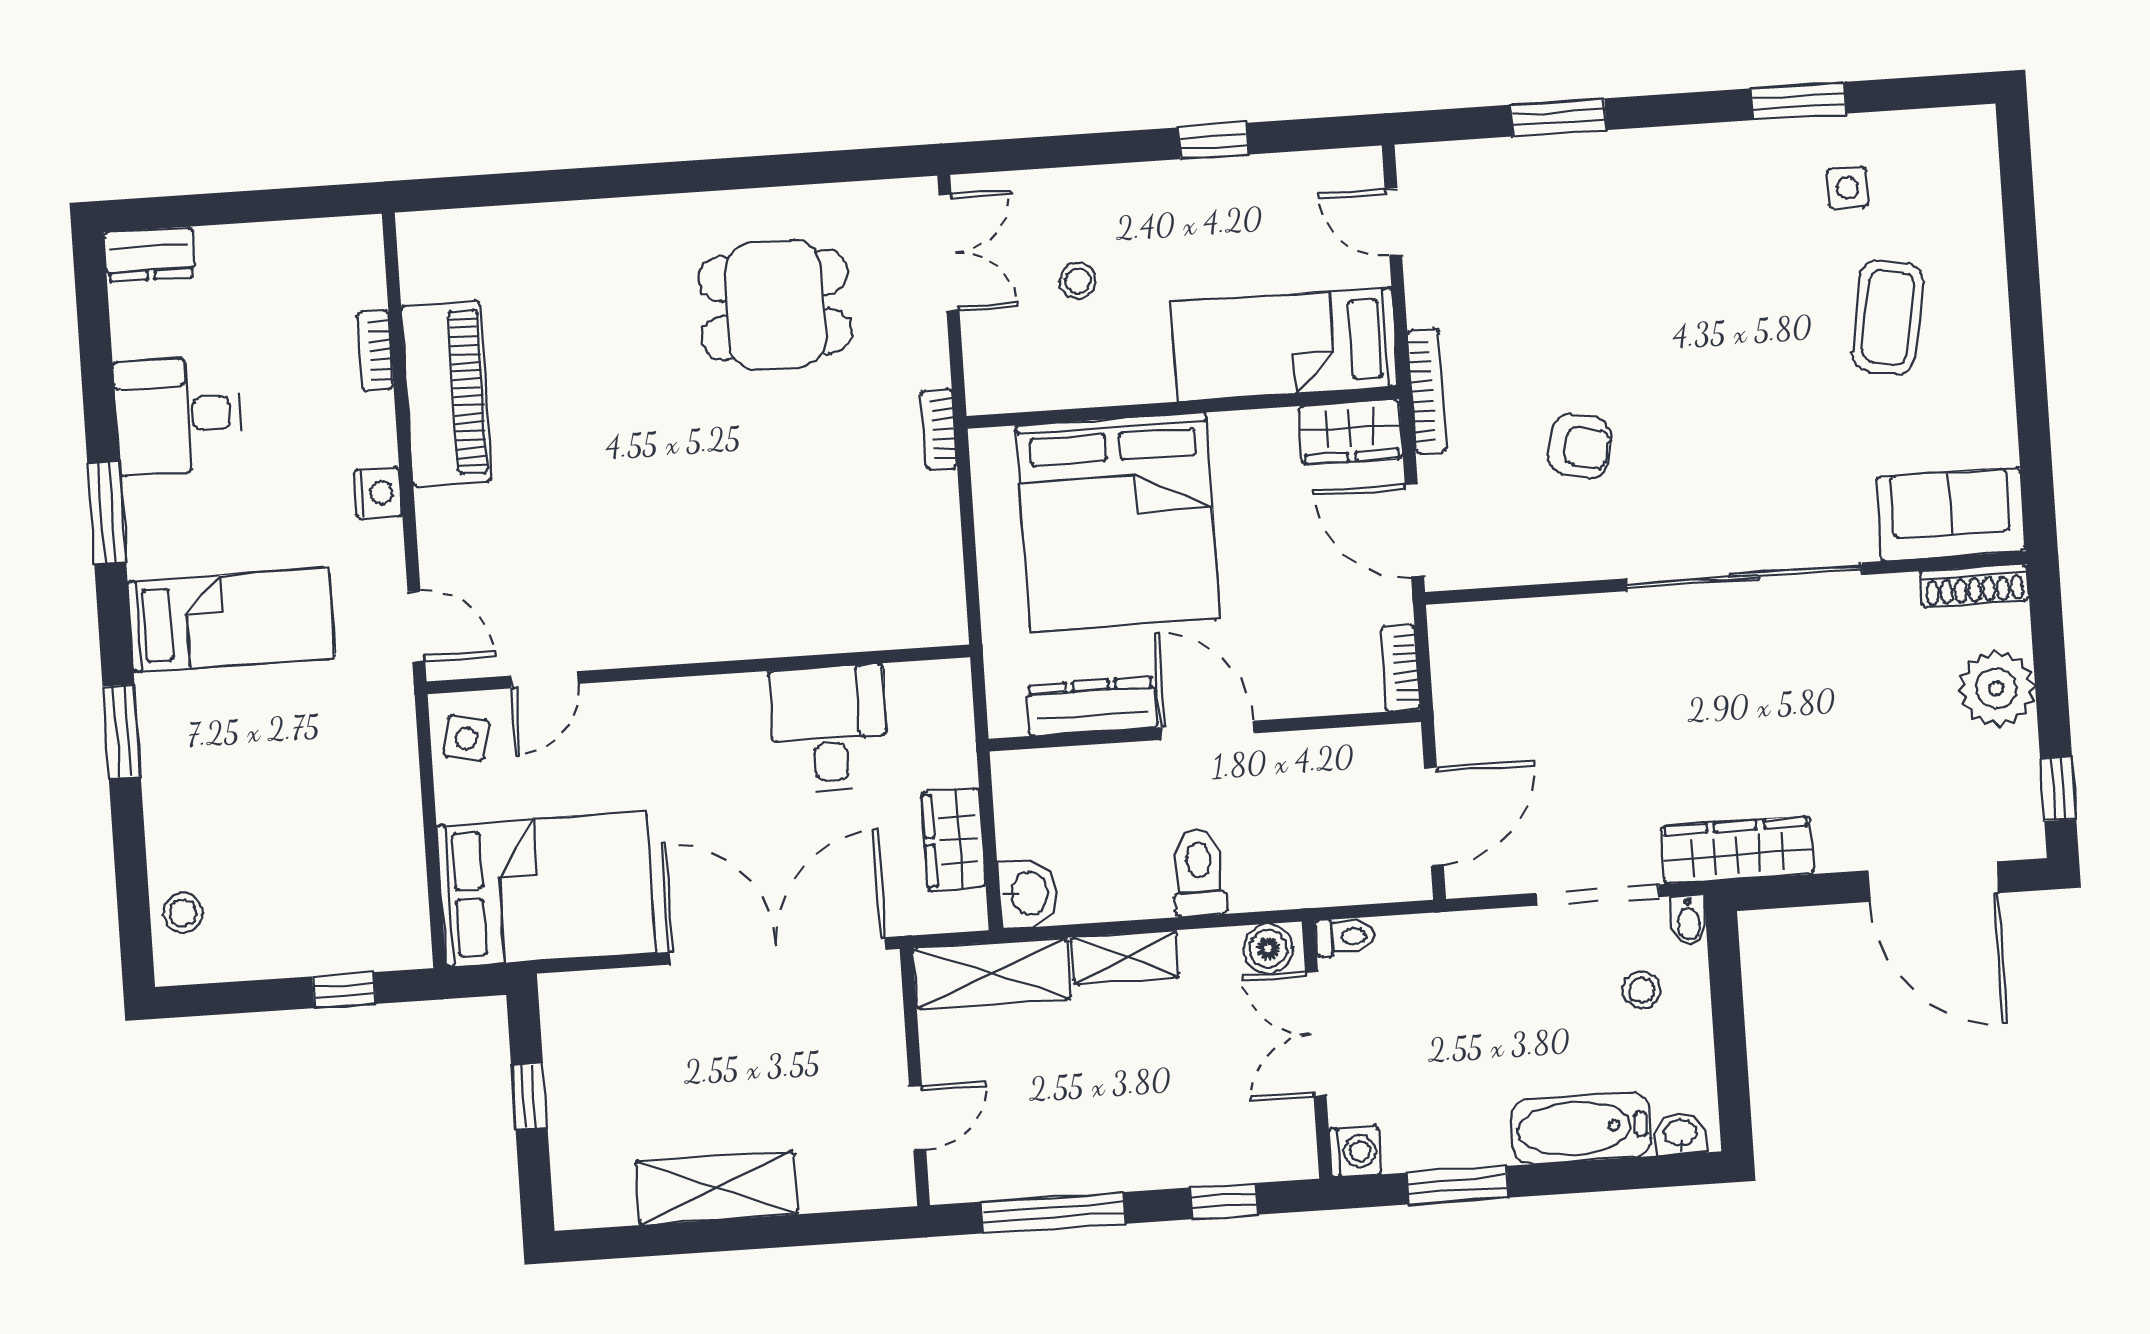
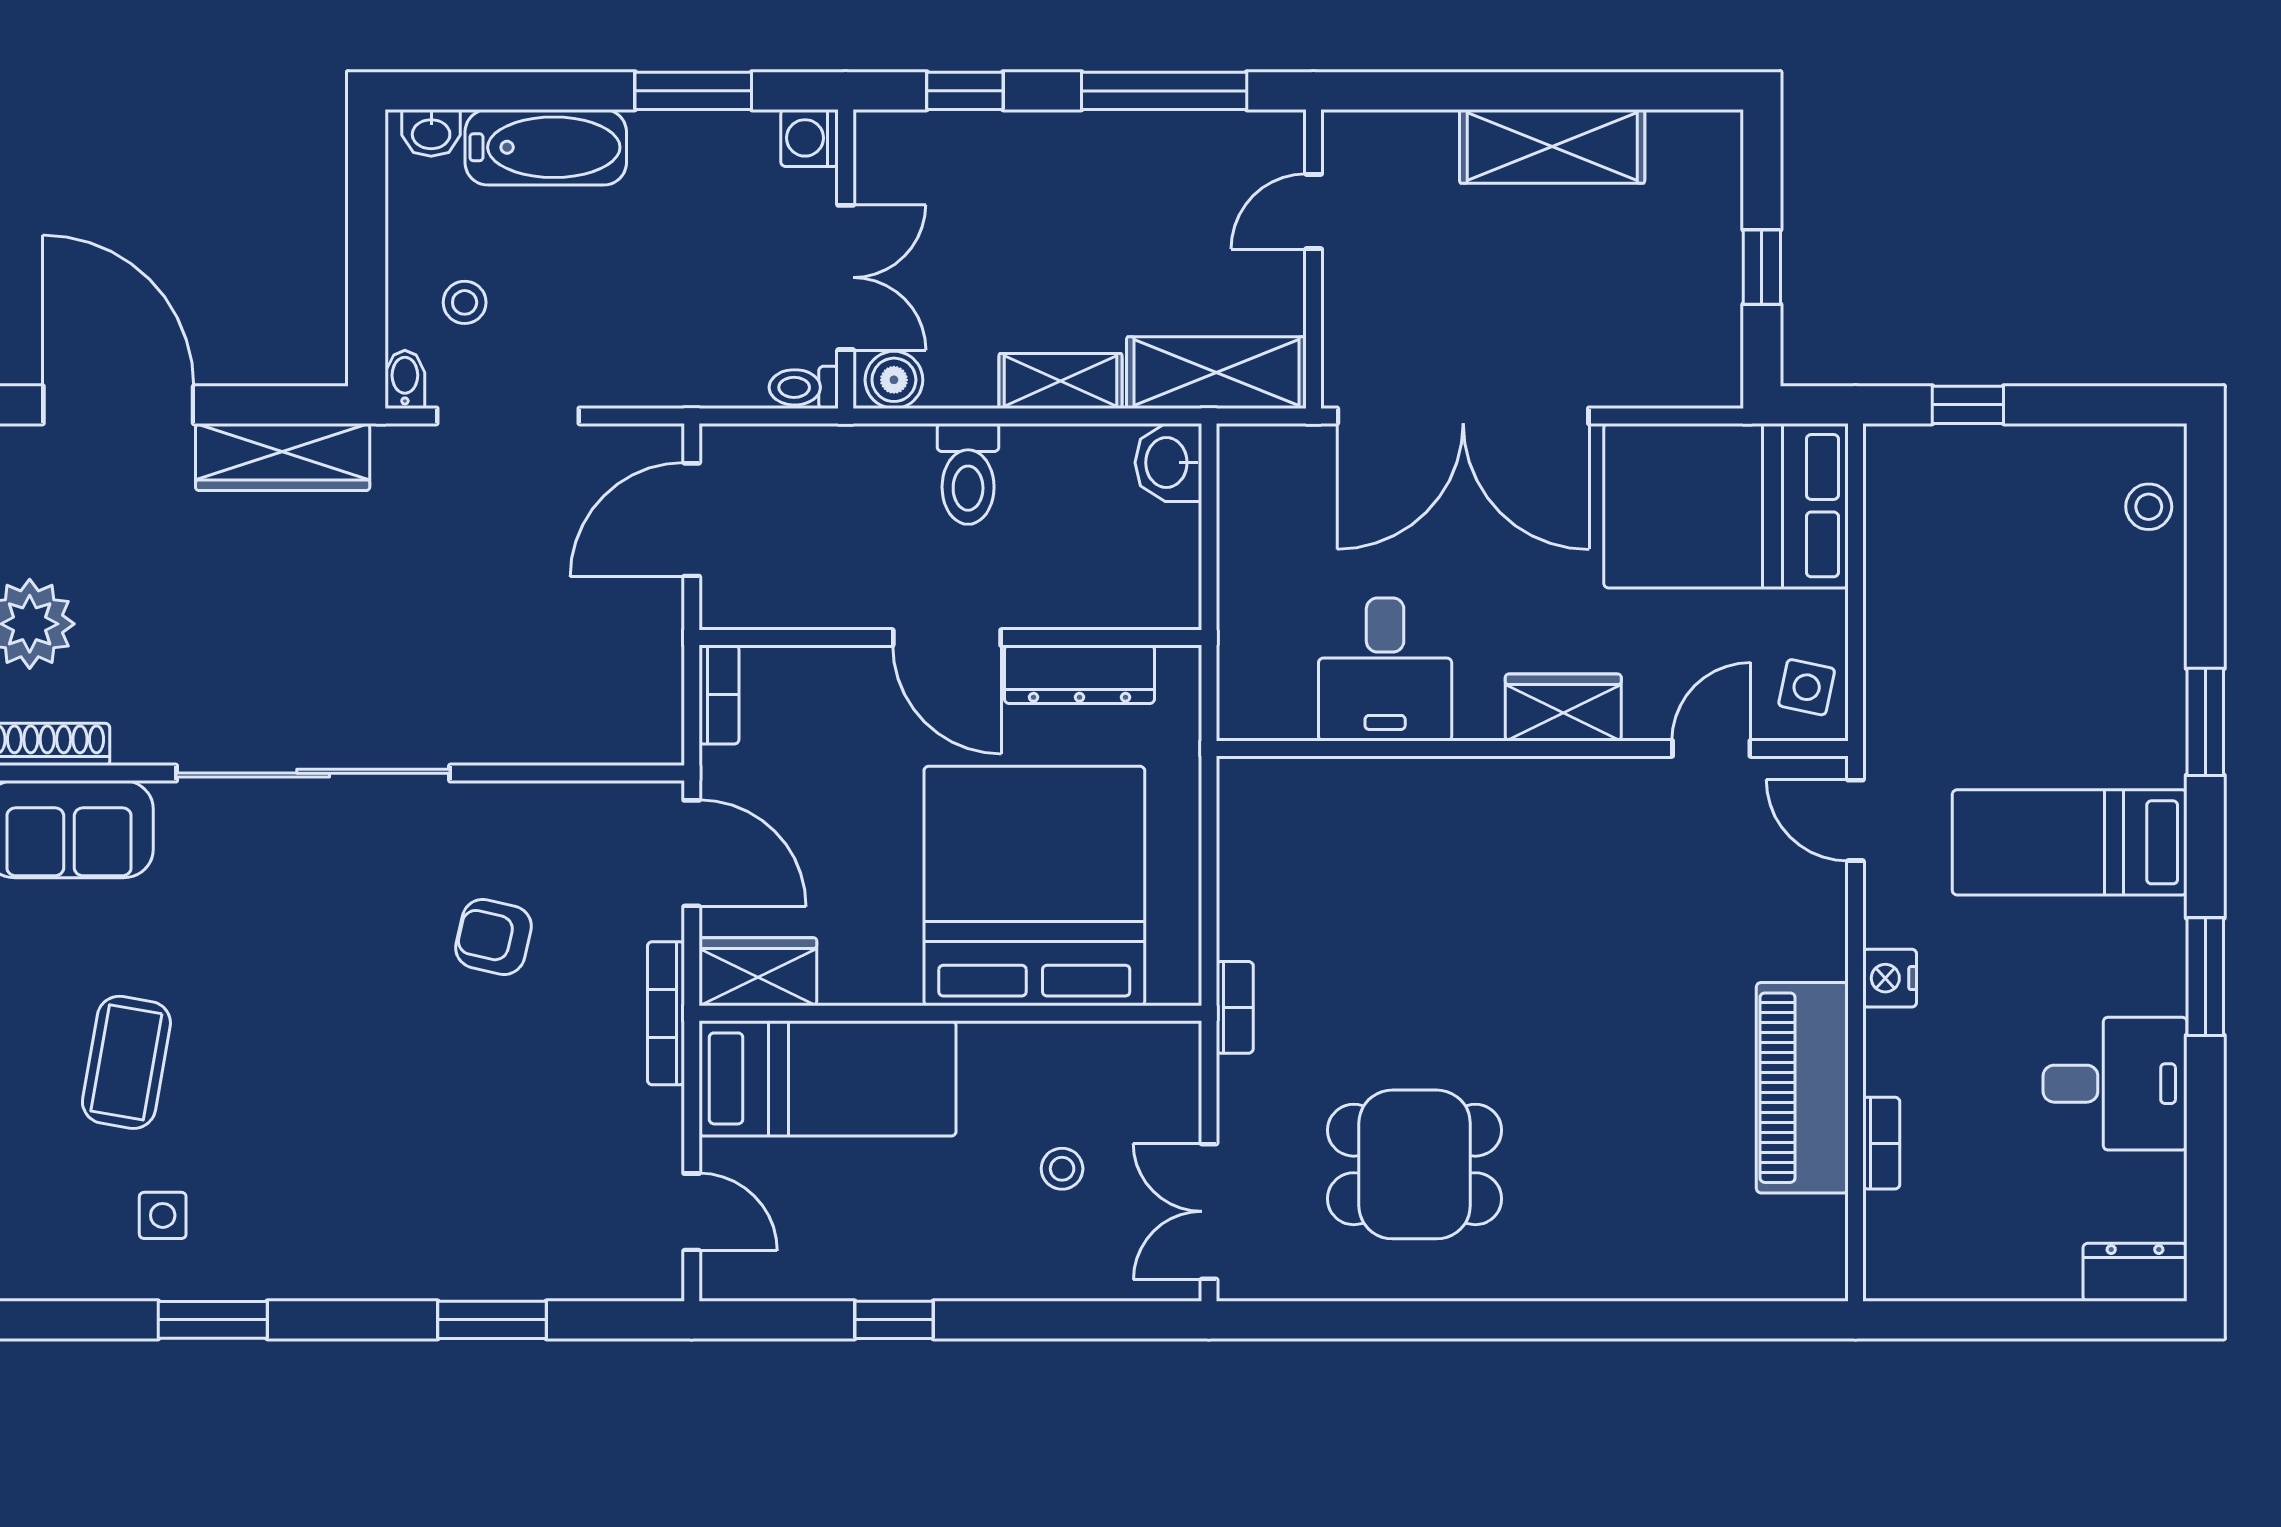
wardrobe: (954, 839) -> (1563, 707), moved, turned -90
wardrobe: (1737, 850) -> (283, 457), moved

